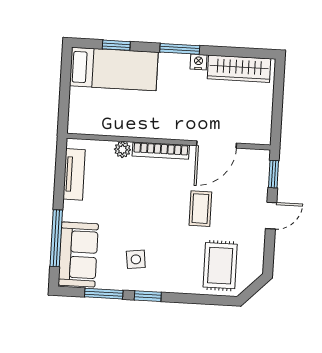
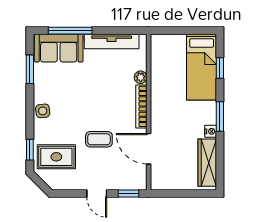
tv unit: (74, 174) -> (112, 41), width x1.41
side table: (136, 259) -> (43, 111), moved
window: (148, 296) -> (30, 150), moved

